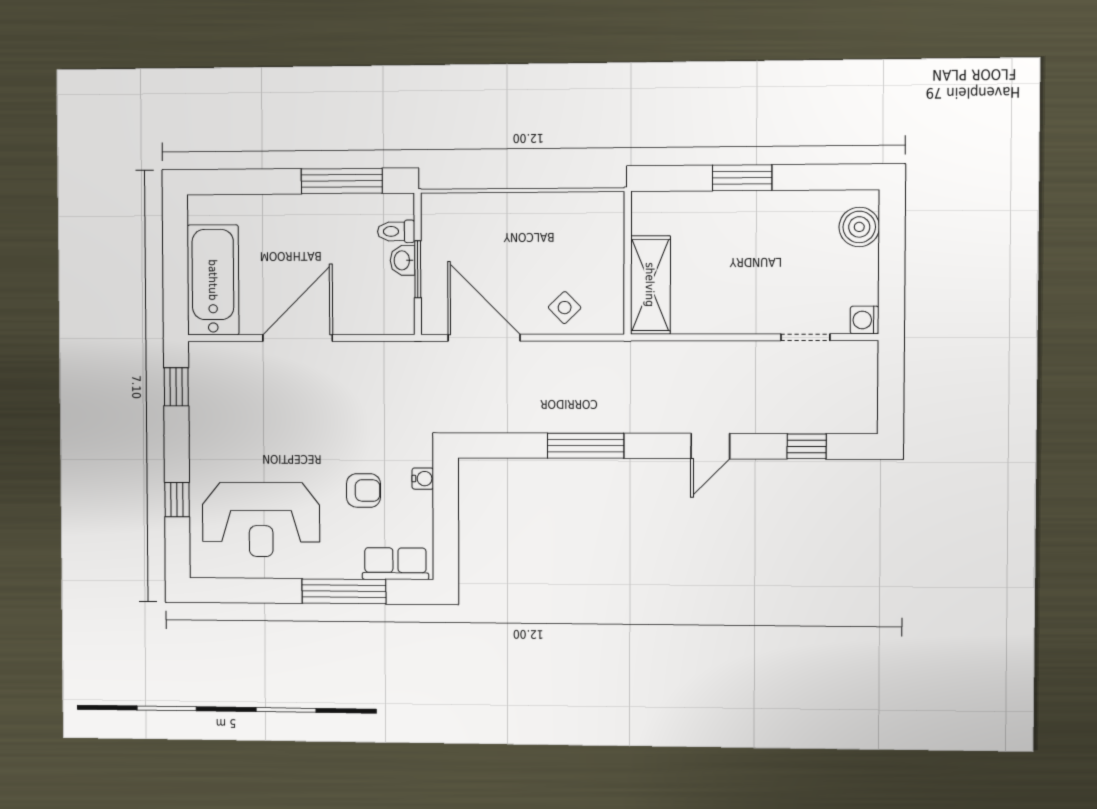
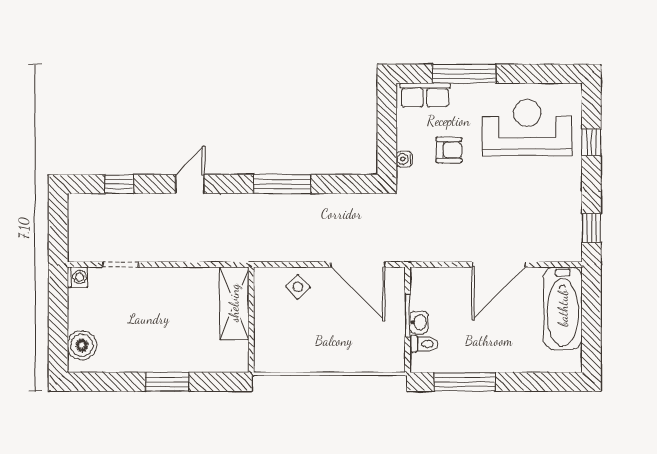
armchair: (363, 490) -> (449, 150), turned 180

